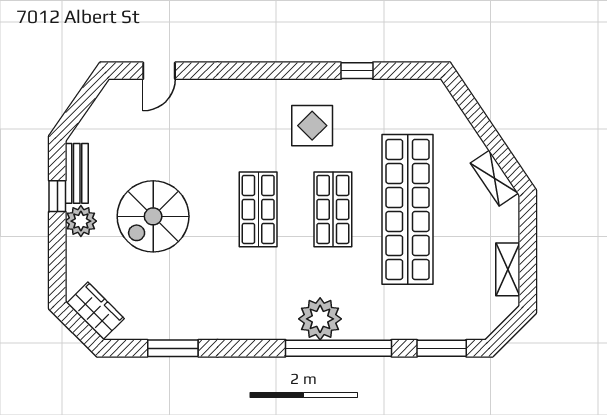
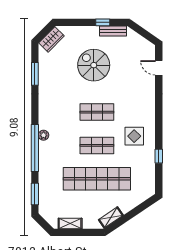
plant: (81, 221) -> (92, 33), removed
plant: (320, 319) -> (44, 135), width x0.53, depth x0.53

